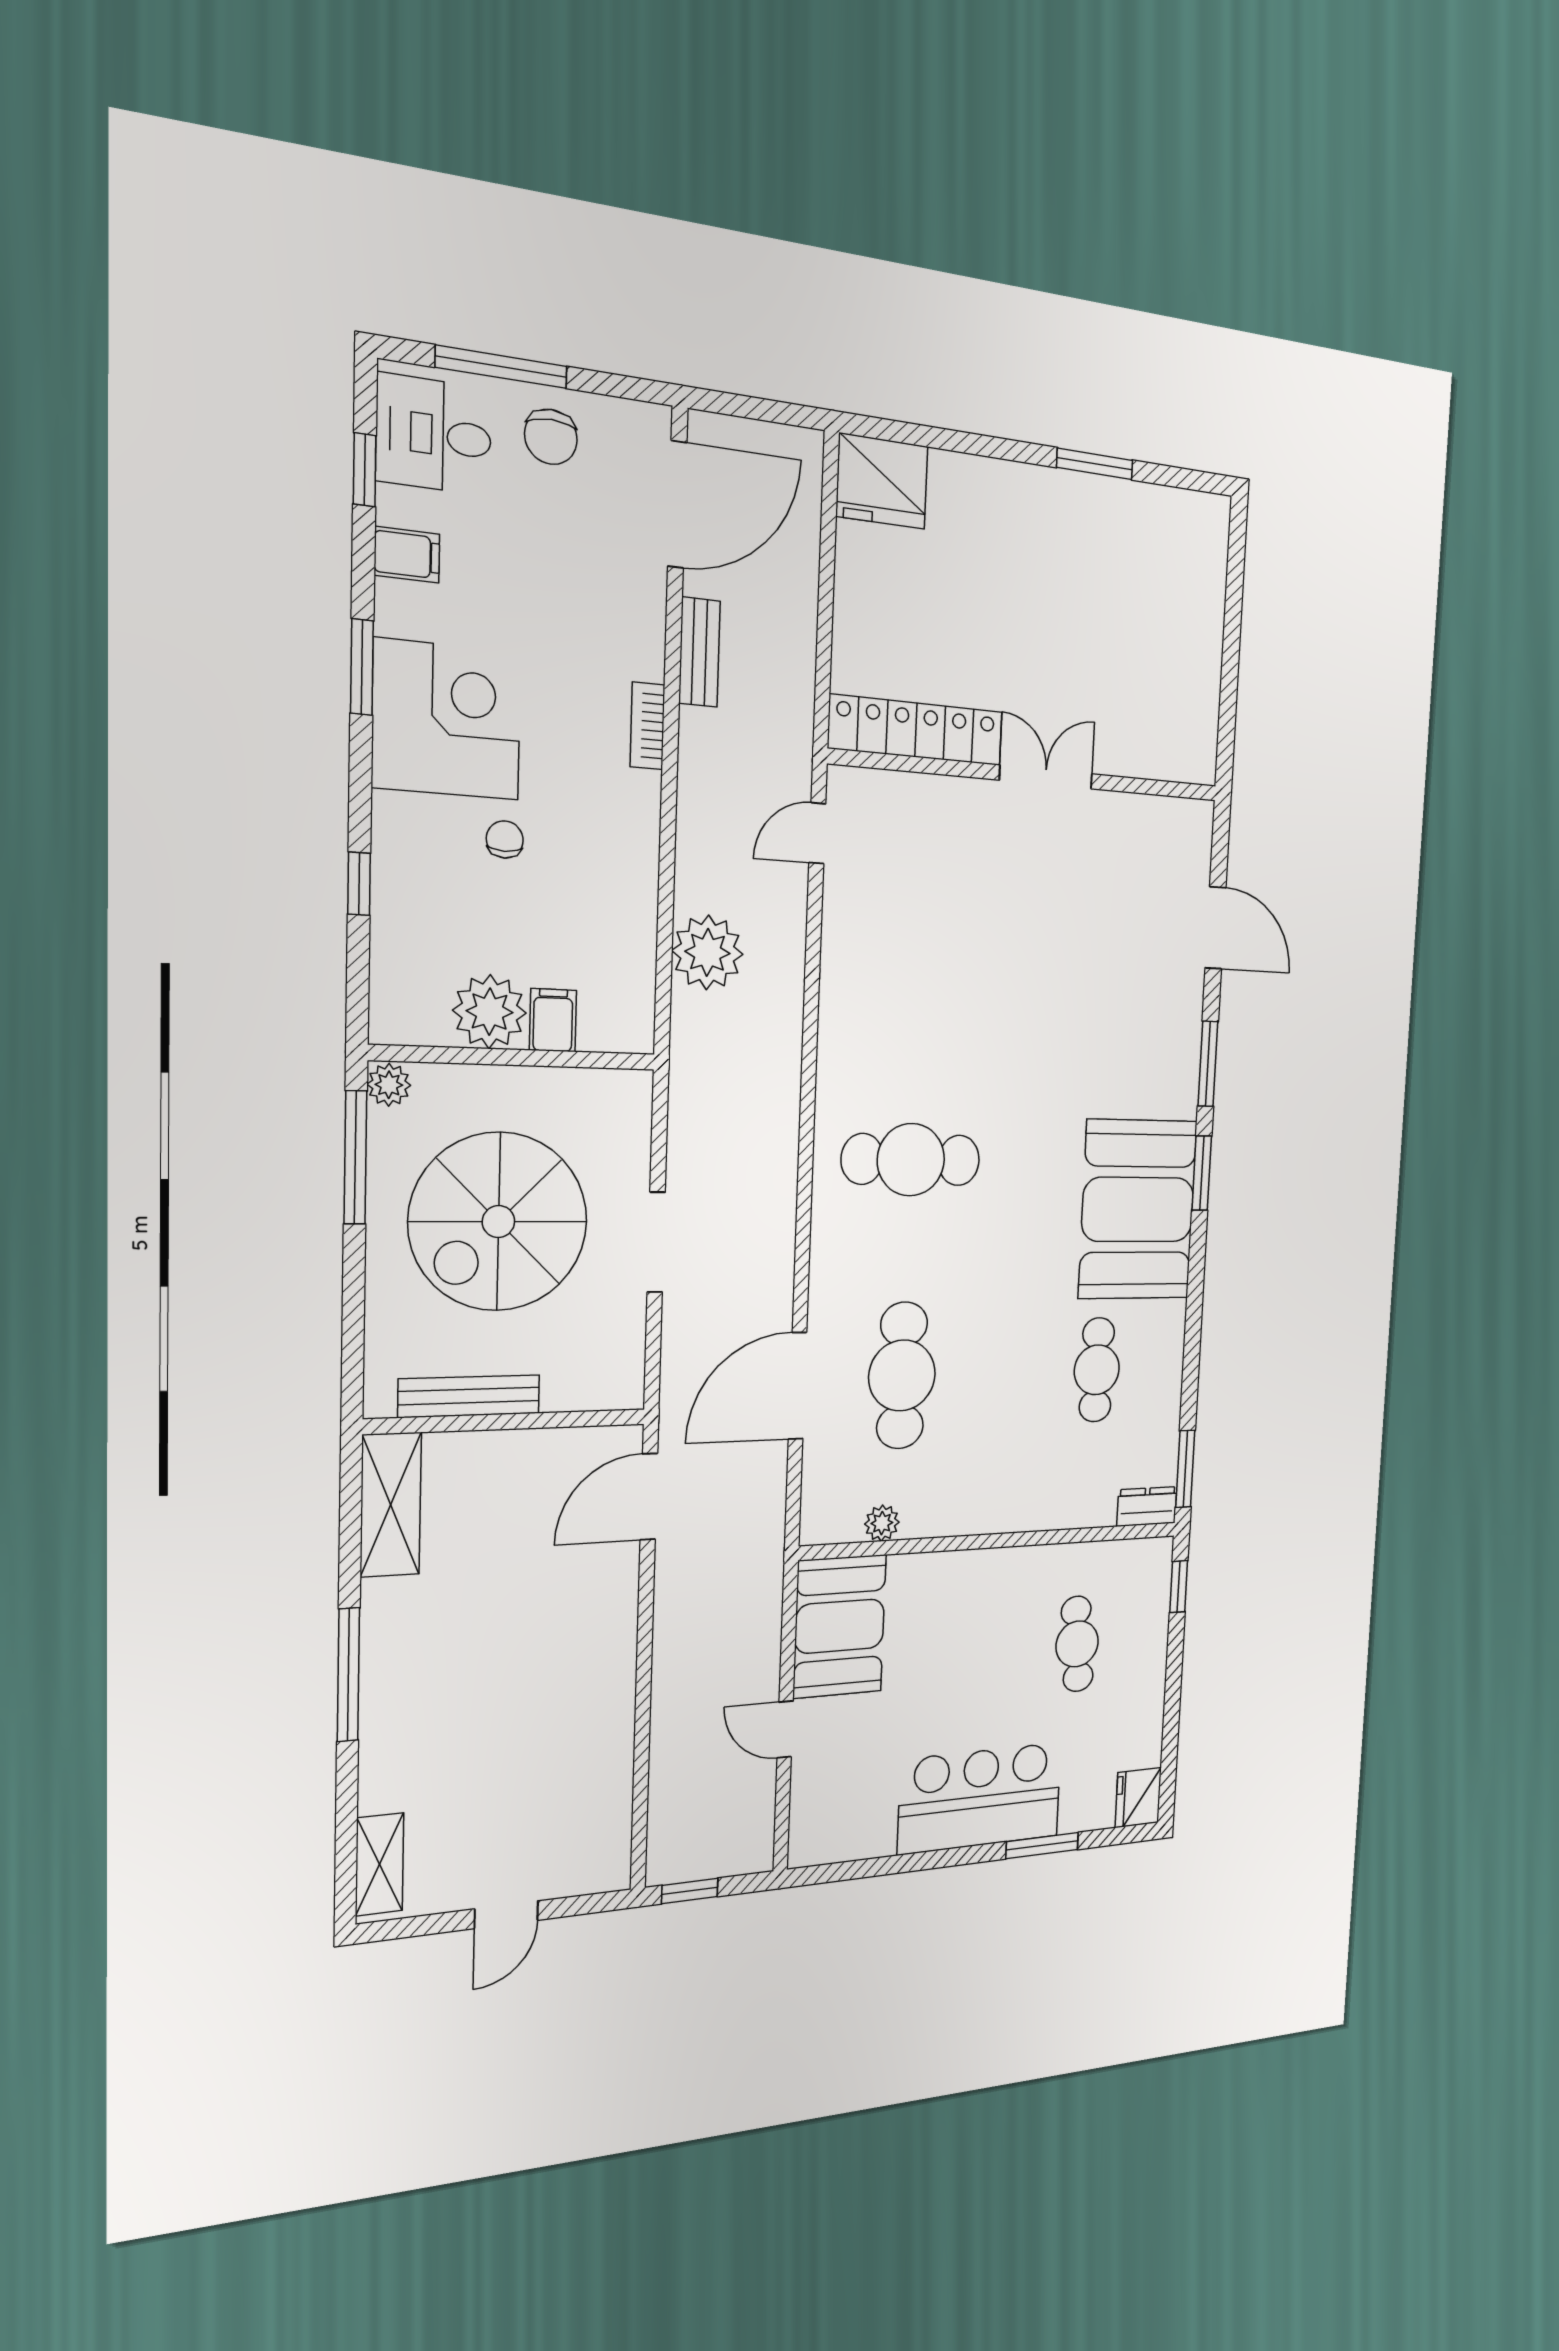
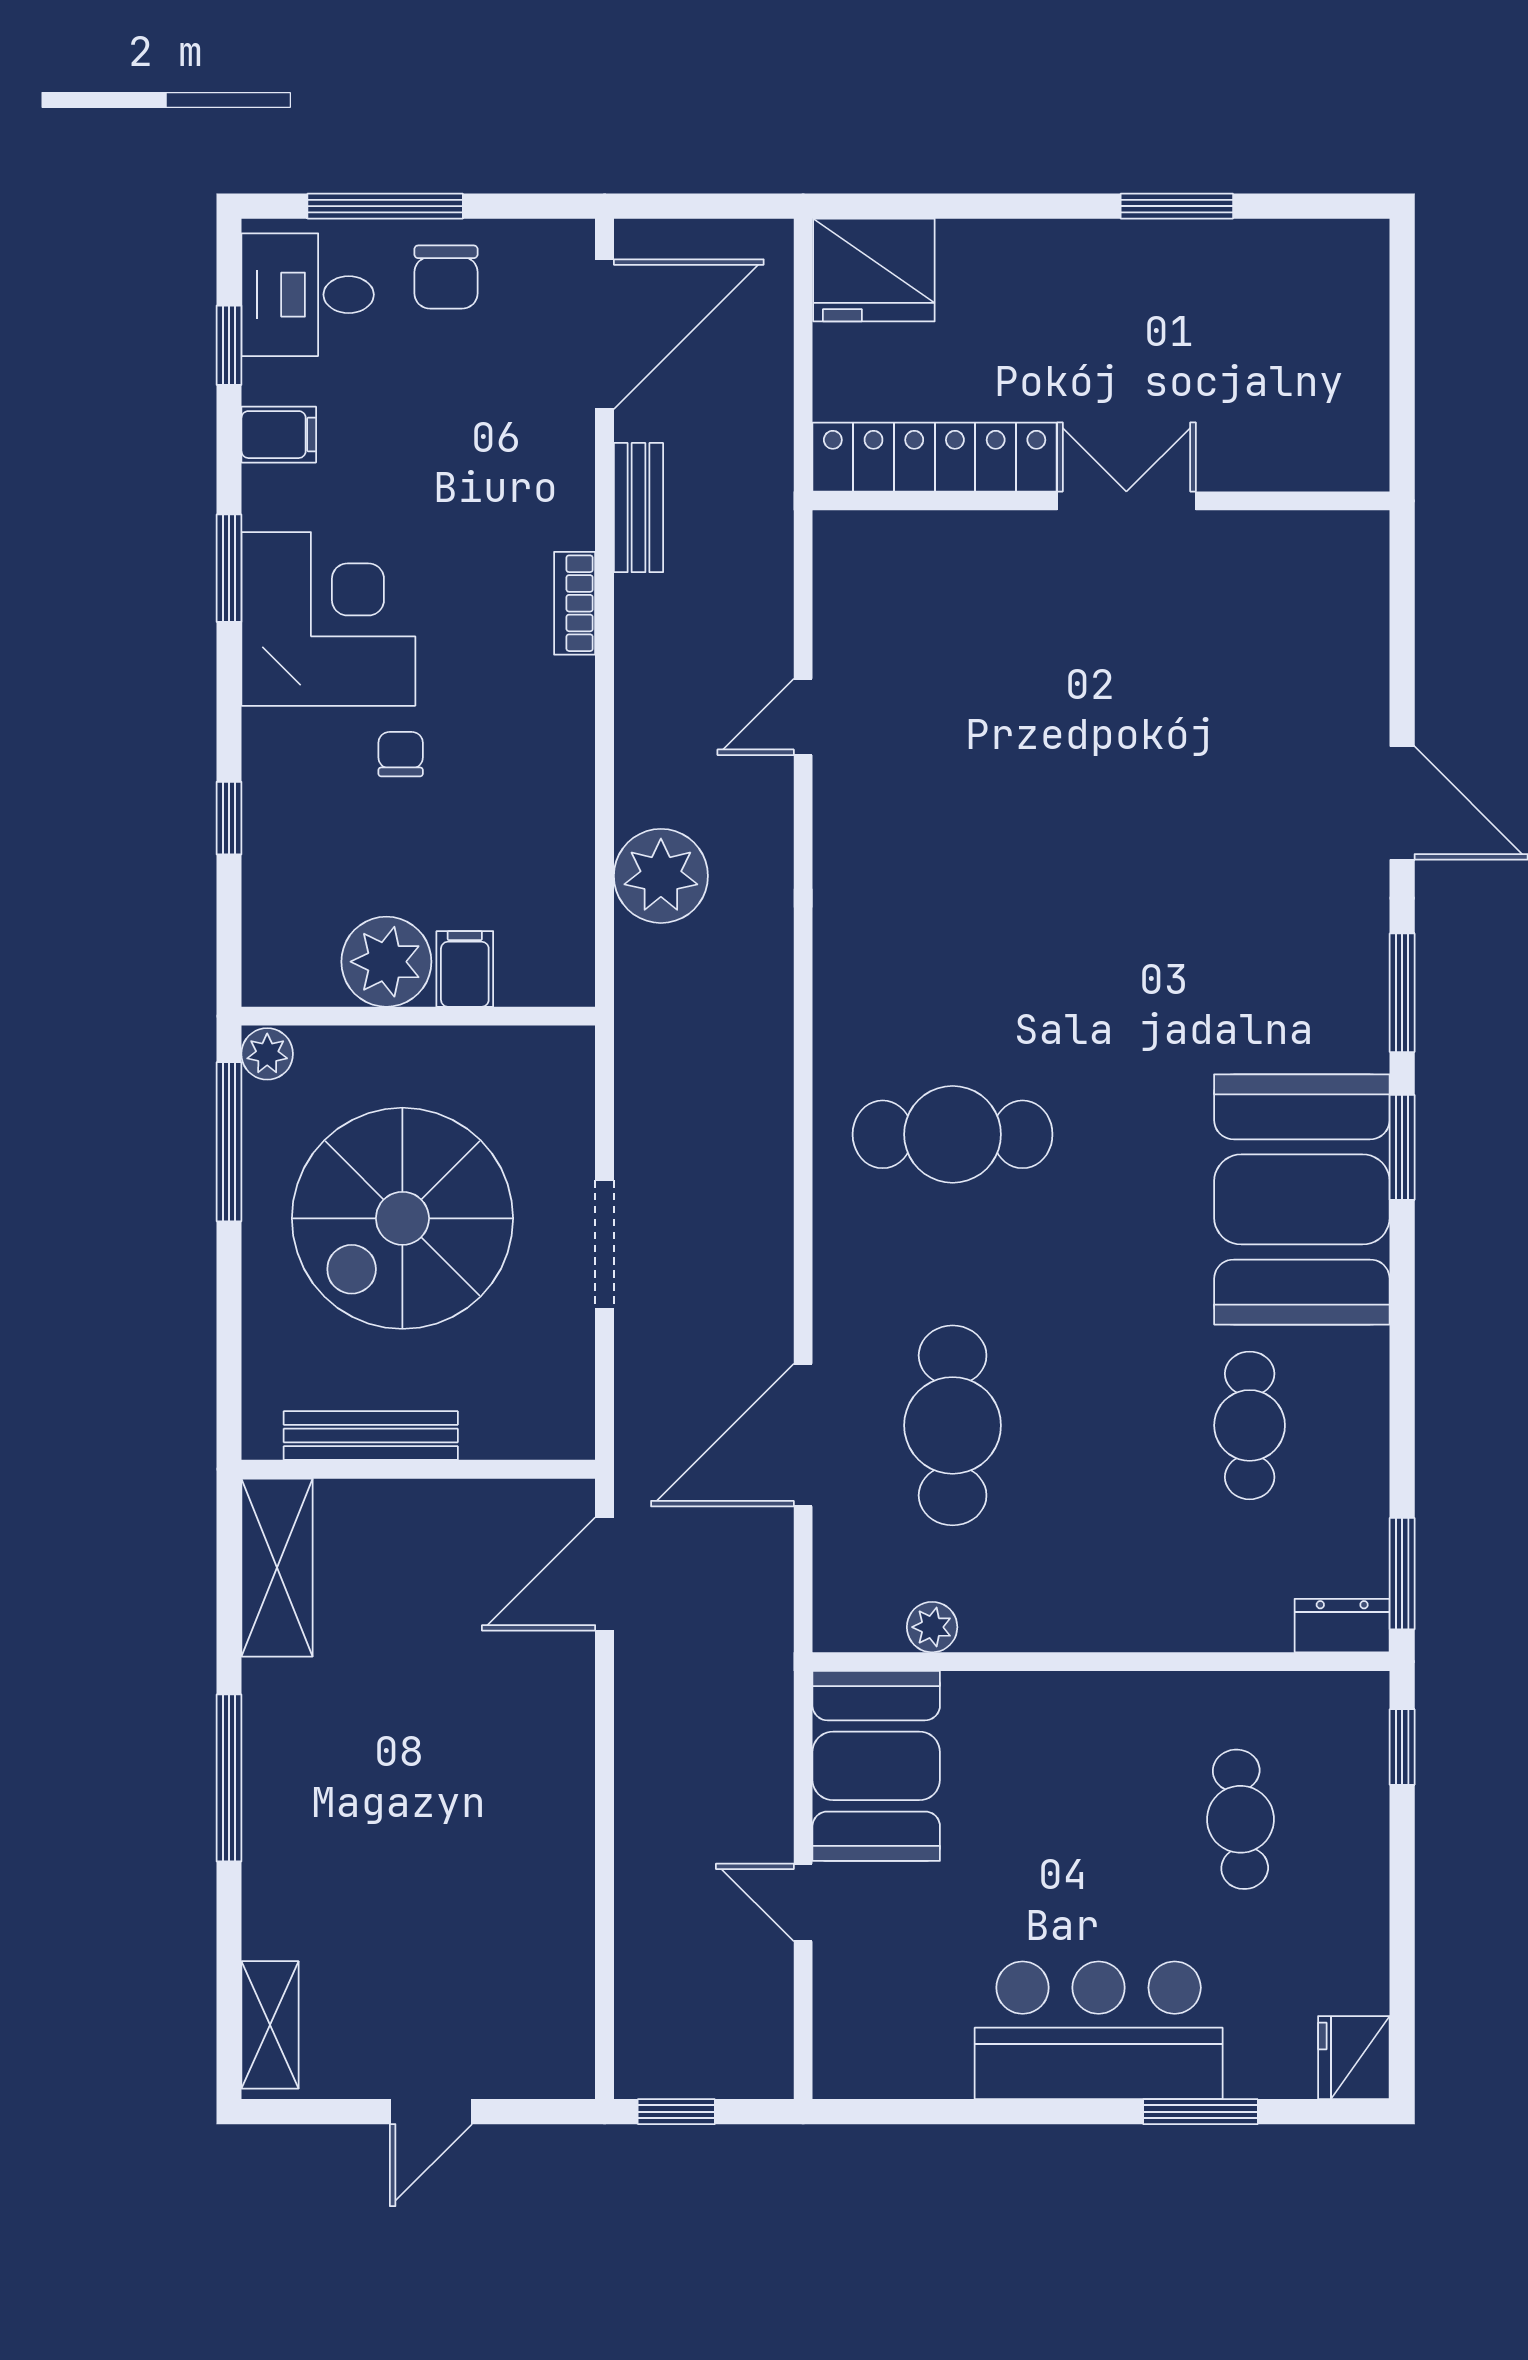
locker: (916, 730) -> (935, 457), moved
wall: (1029, 775) -> (1101, 501), moved
double door: (1046, 777) -> (1126, 501), moved

